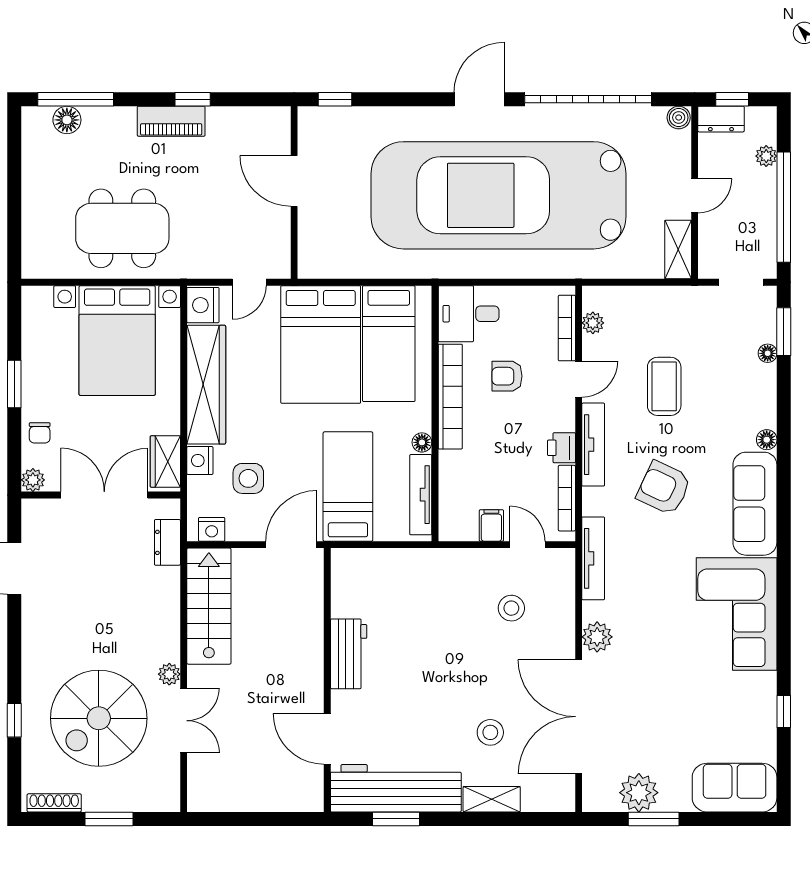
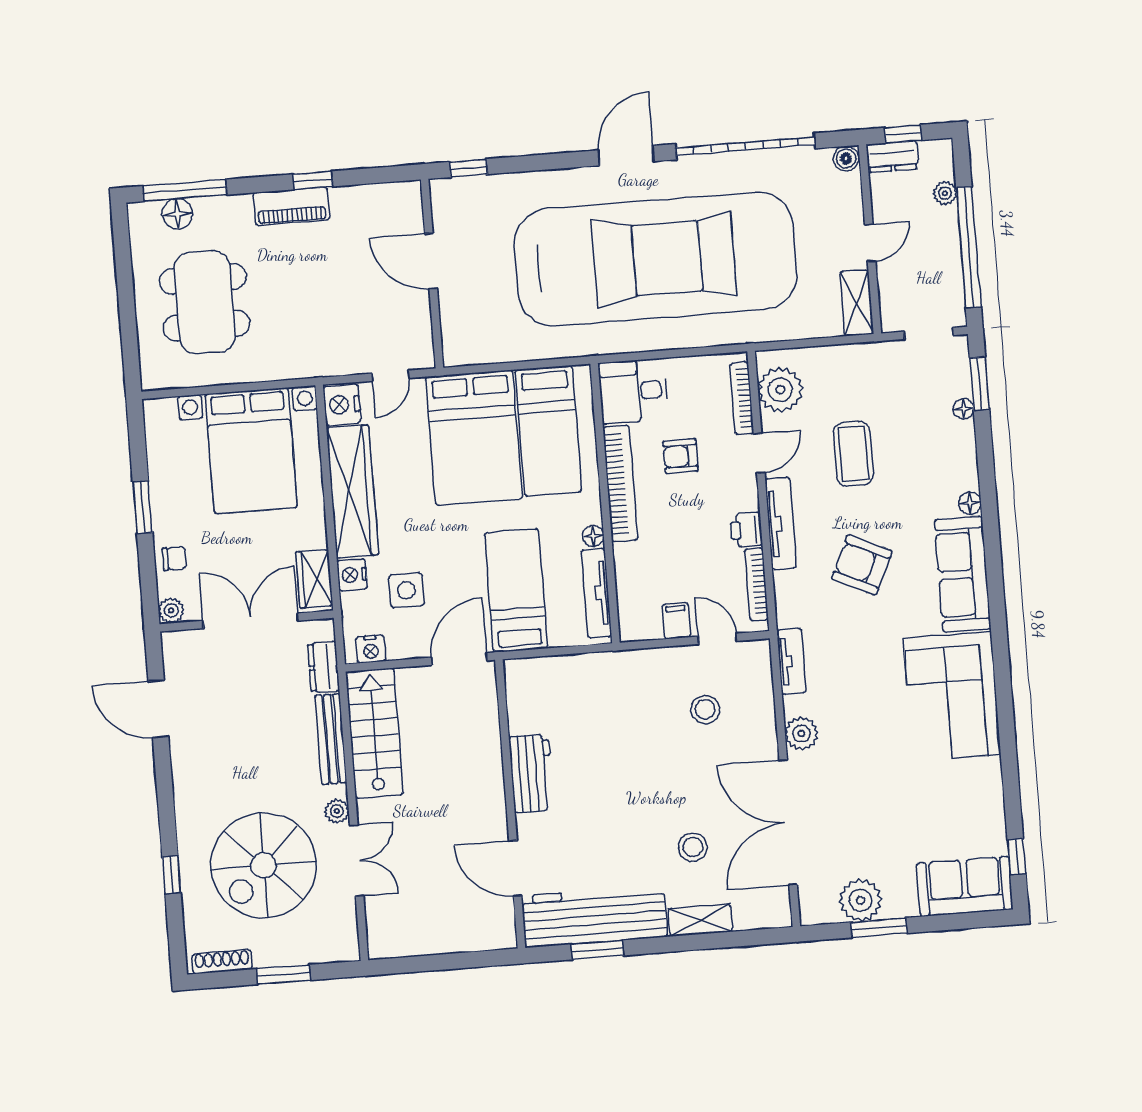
car: (498, 195) -> (656, 259), turned 180
dining table: (122, 228) -> (205, 302), moved, turned 90
plant: (593, 323) -> (780, 390), width x1.87, depth x1.87
chair: (40, 433) -> (174, 558), turned -90
tv unit: (593, 558) -> (791, 661), width x0.71
bench: (169, 608) -> (331, 739), added
window: (784, 712) -> (1017, 857), moved

